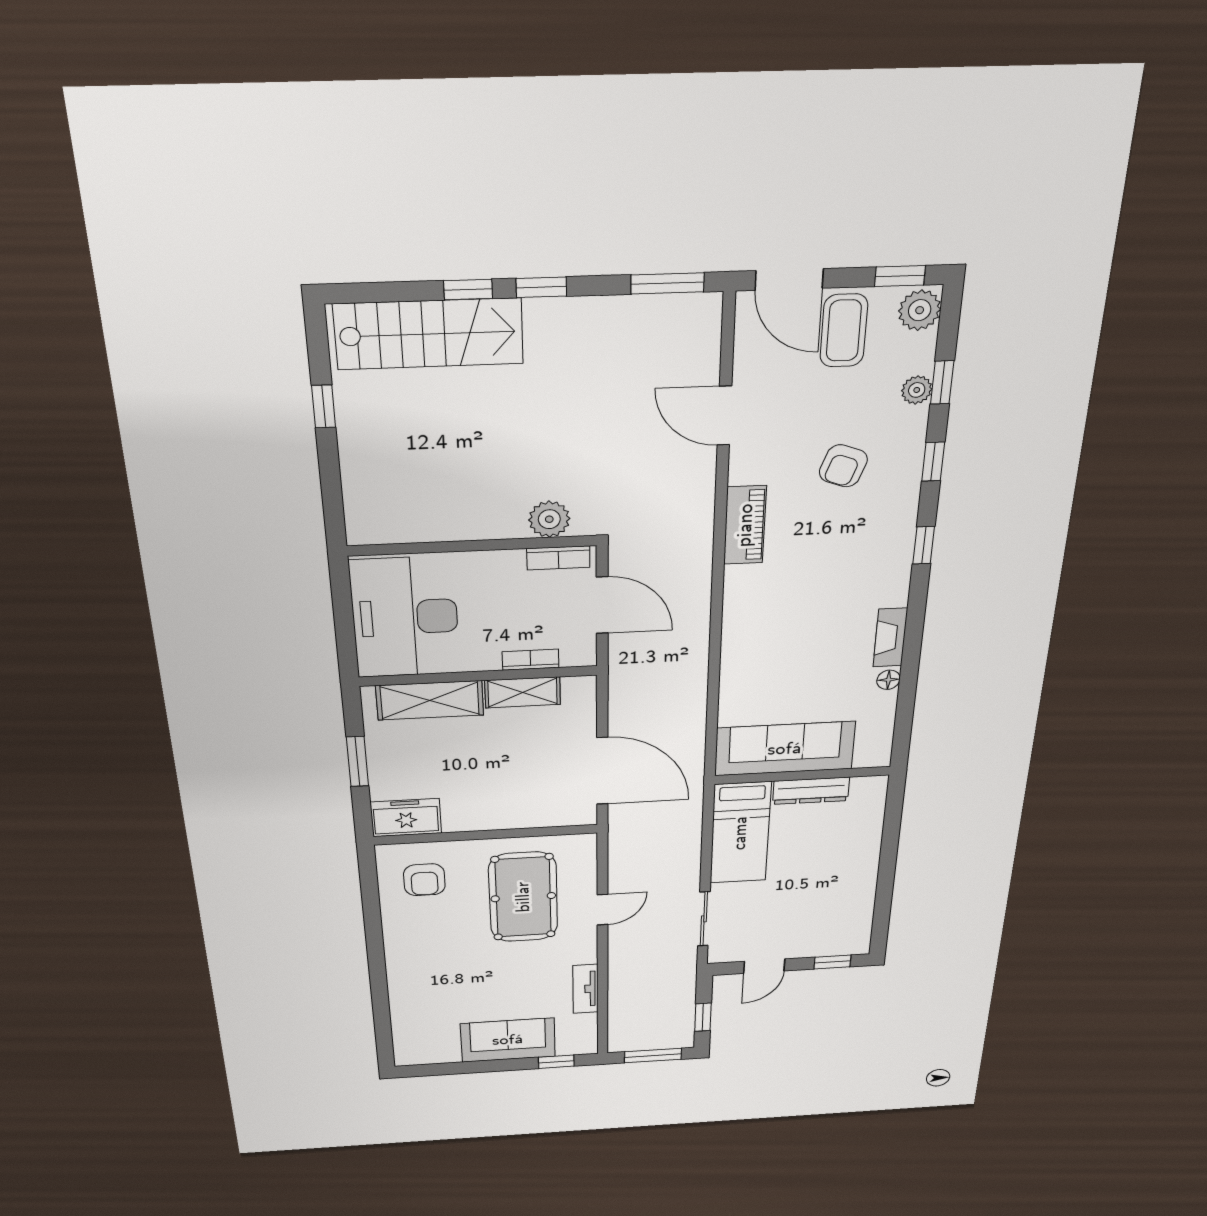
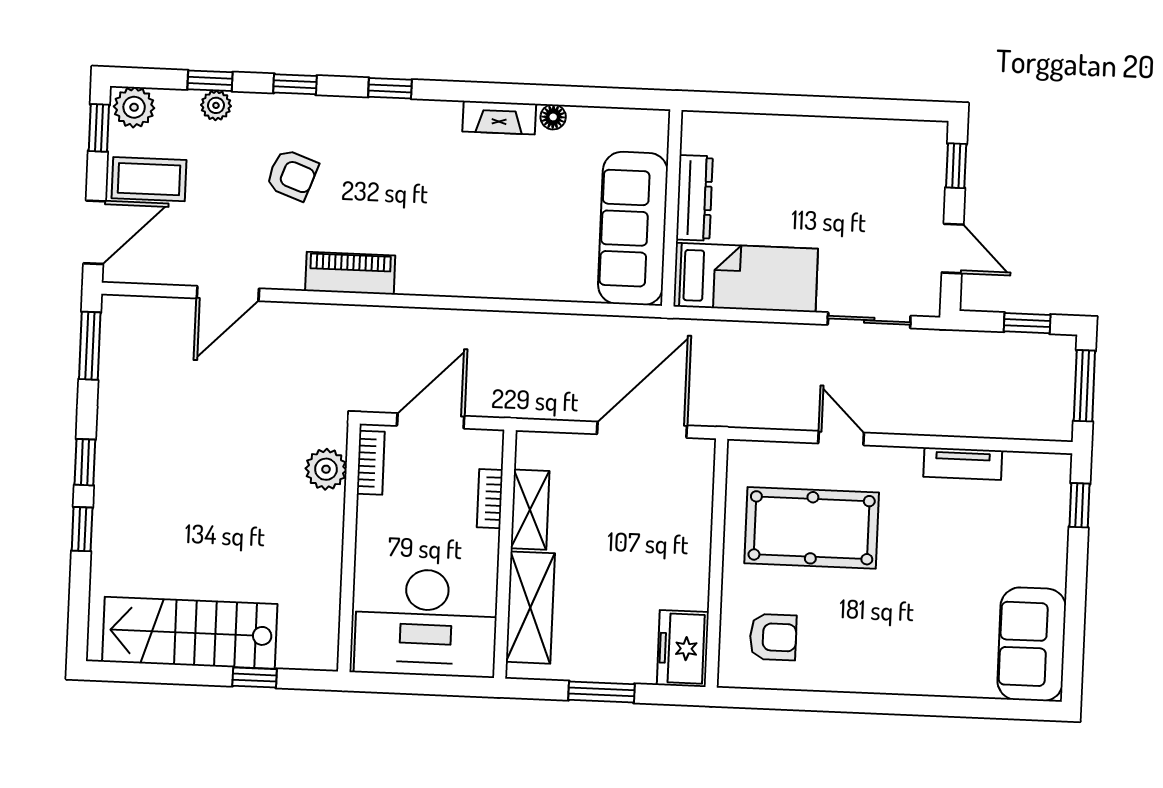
stairs: (429, 334) -> (190, 633), moved, turned -90
window: (324, 406) -> (255, 677), moved
sofa: (508, 1040) -> (1032, 644), moved

